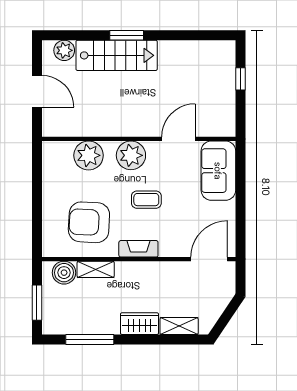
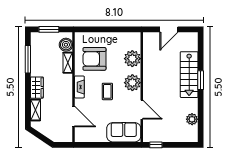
plant: (64, 50) -> (192, 119), moved
window: (240, 79) -> (156, 145), moved
armchair: (89, 222) -> (94, 59), turned -93
door: (209, 259) -> (74, 116), moved

